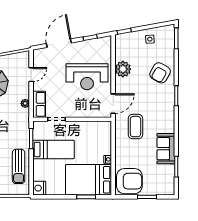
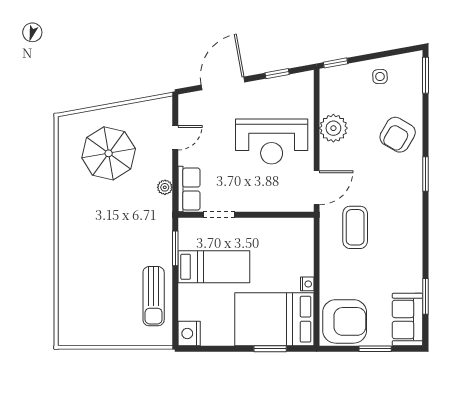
sofa: (166, 149) -> (408, 319), moved

